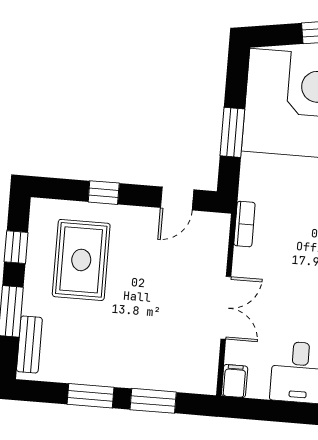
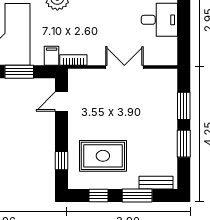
window: (104, 193) -> (62, 161), moved
door: (177, 199) -> (62, 101), swing flipped
filing cabinet: (235, 381) -> (52, 56), moved, turned 90

